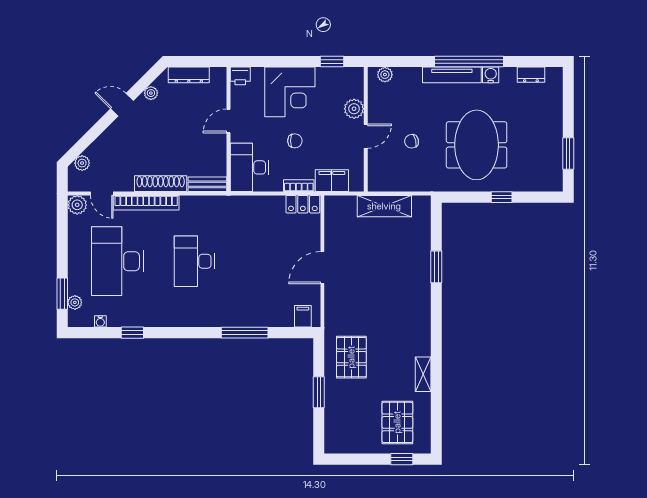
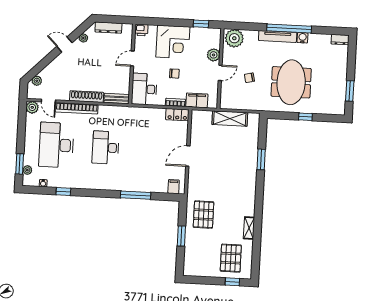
plant: (385, 75) -> (234, 38), width x1.87, depth x1.87
dresser: (531, 75) -> (340, 40), moved

